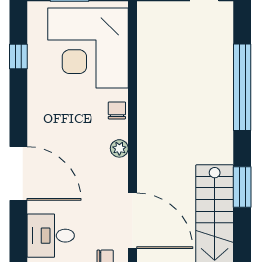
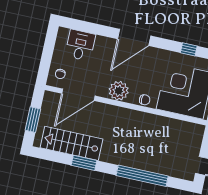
plant: (119, 148) -> (119, 91), width x1.87, depth x1.87
door: (18, 173) -> (134, 37), moved

